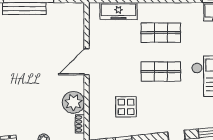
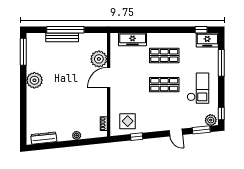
plant: (73, 102) -> (99, 59), moved
display table: (126, 107) -> (128, 121), moved

